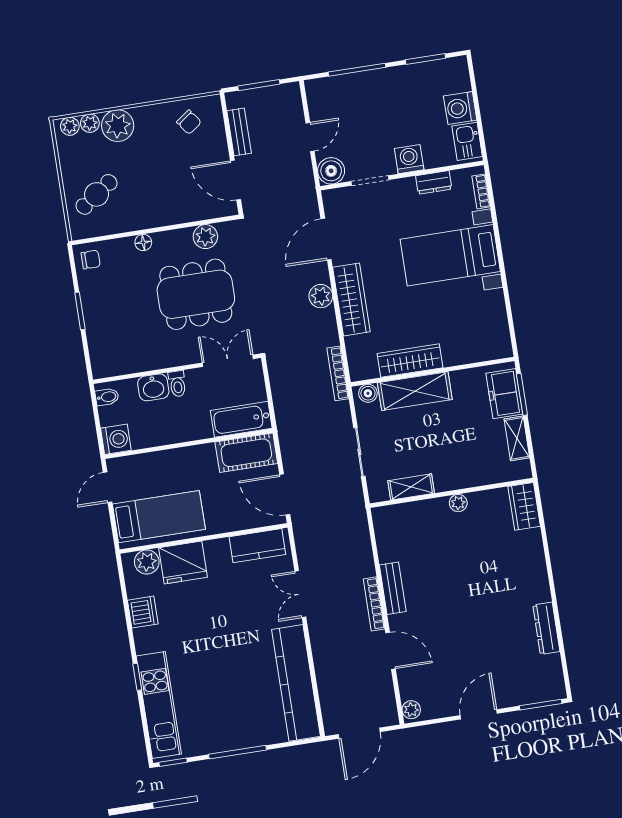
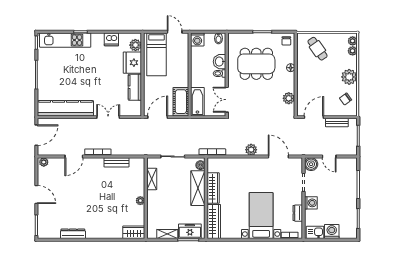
plant: (118, 126) -> (349, 77), moved
dining table: (196, 294) -> (256, 64), moved, turned 90
wardrobe: (351, 300) -> (214, 221), moved, turned -90
double door: (228, 361) -> (227, 100), swing flipped
kitchen counter: (257, 546) -> (135, 87), moved
bench: (393, 588) -> (116, 162), moved
door: (359, 733) -> (36, 135), swing flipped

